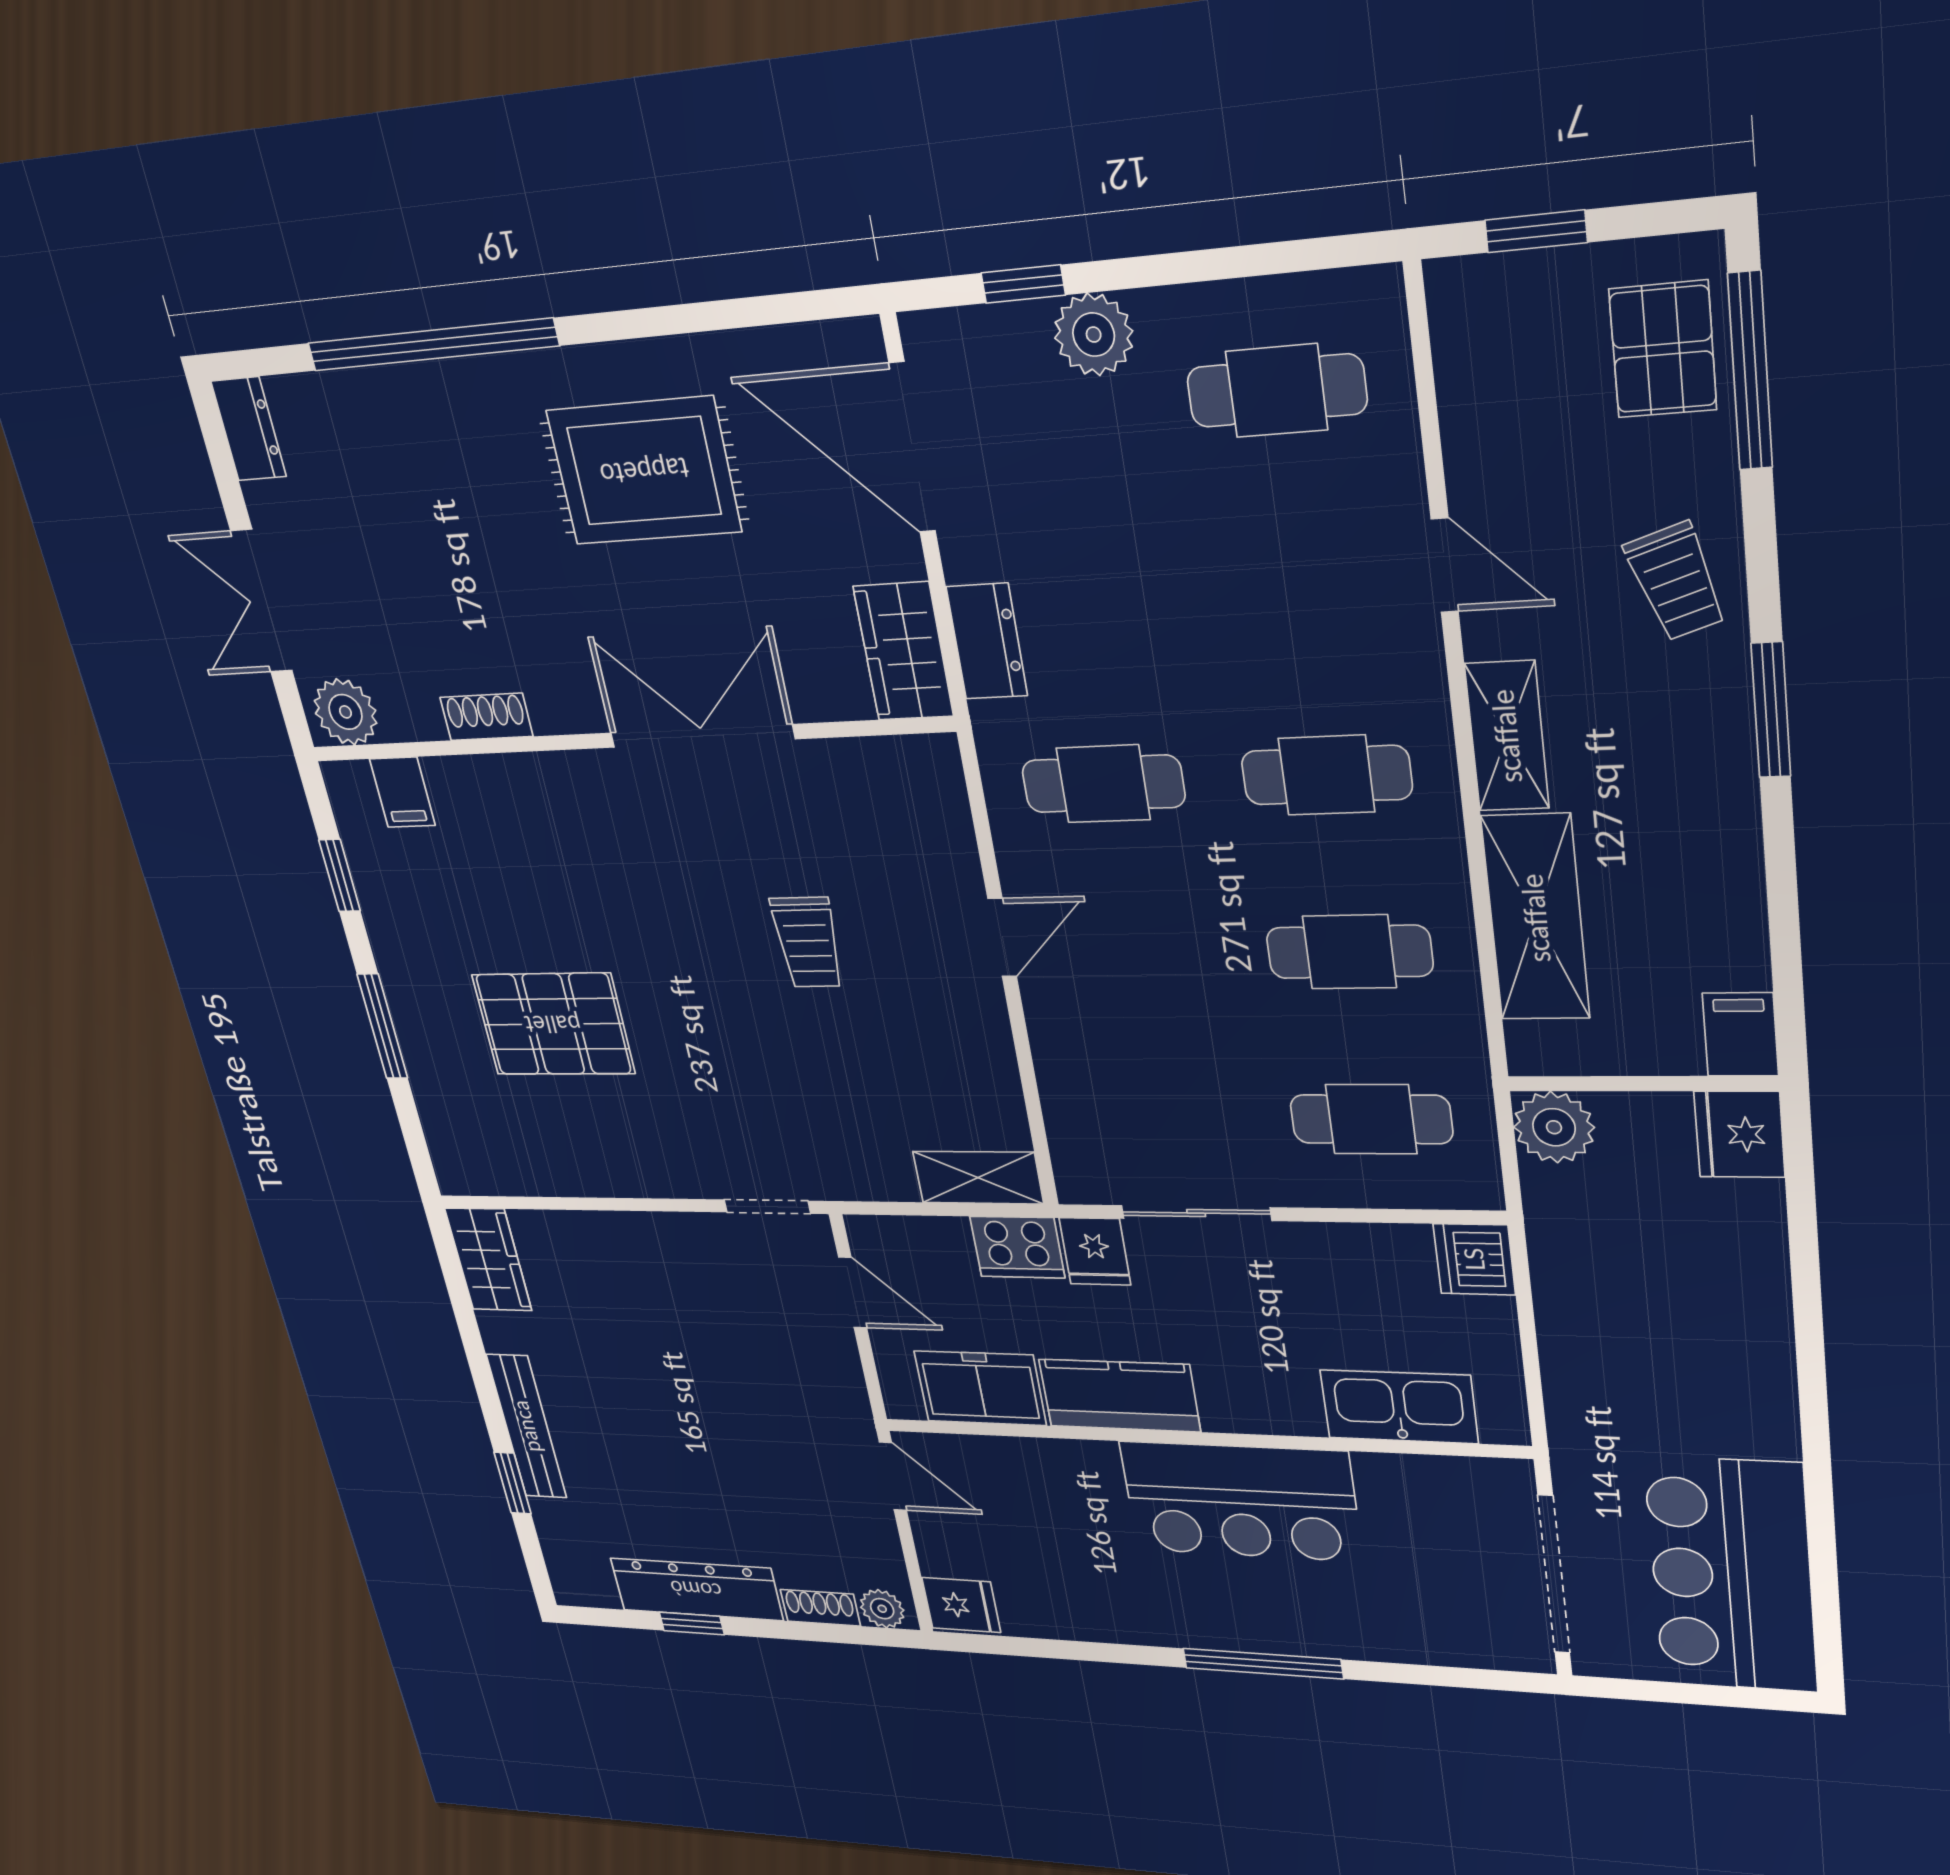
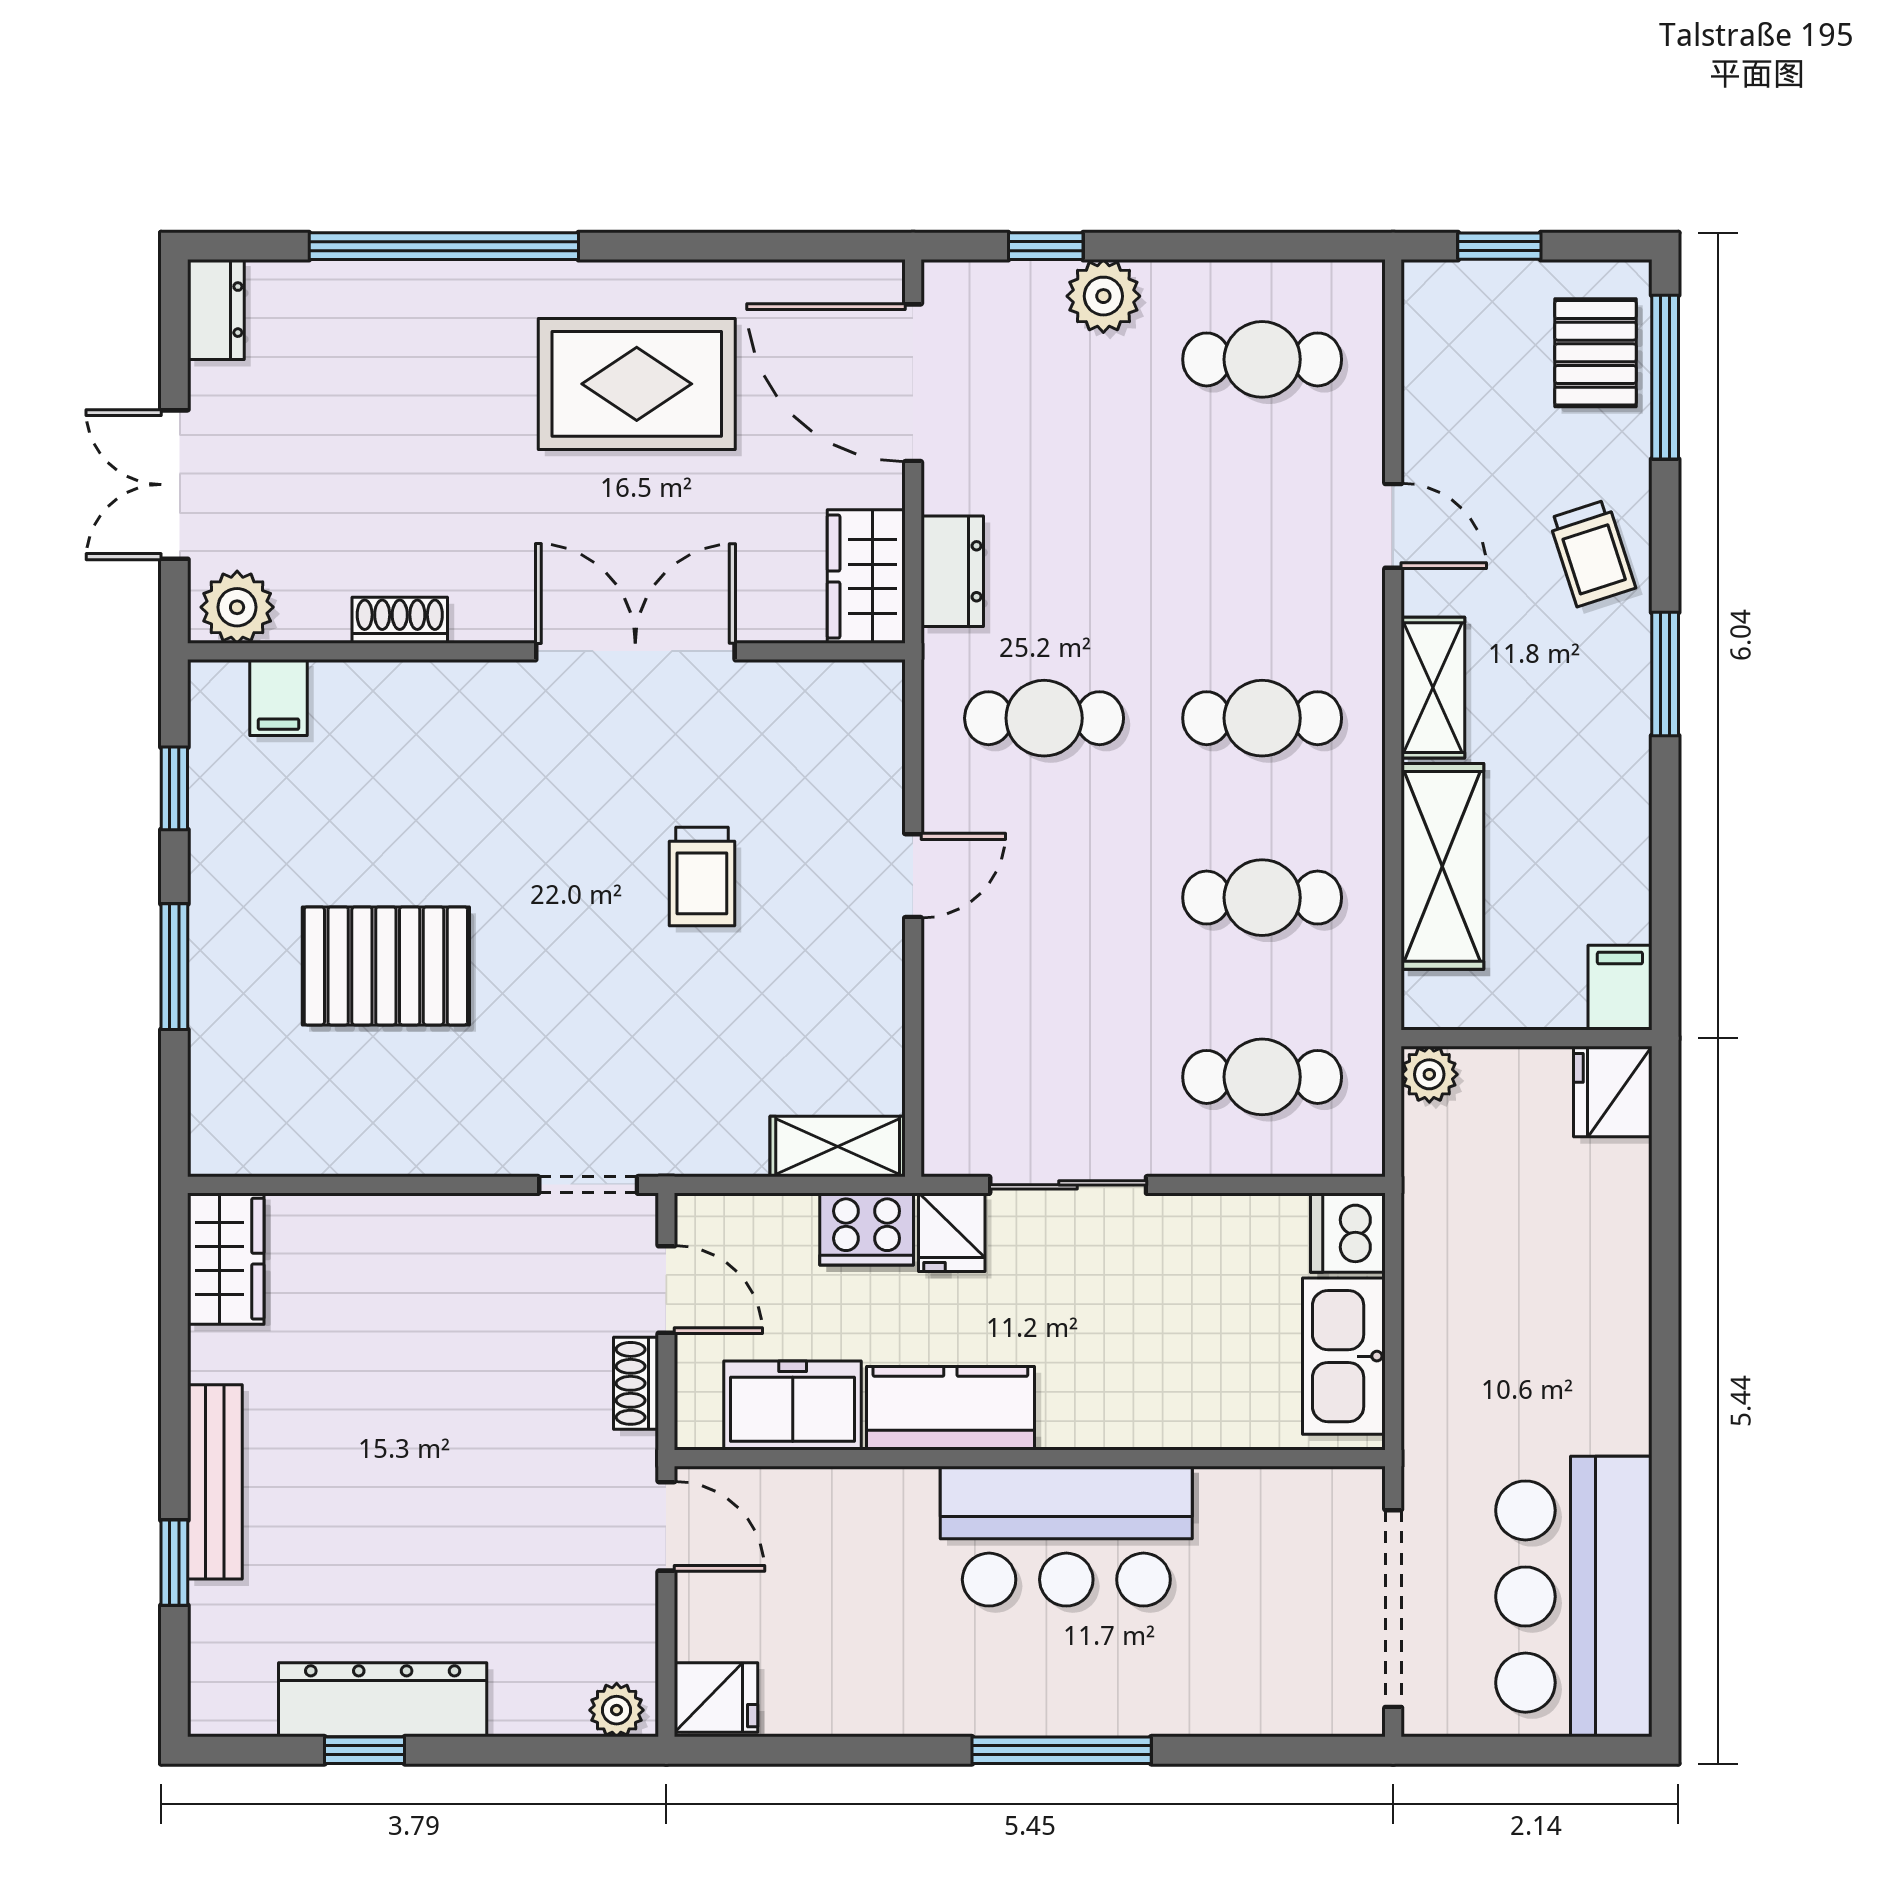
plant: (1554, 1127) -> (1429, 1074), width x0.73, depth x0.73
kitchen sink: (1399, 1407) -> (1344, 1356), moved, turned -90
shoe rack: (820, 1608) -> (636, 1383), moved, turned -90

